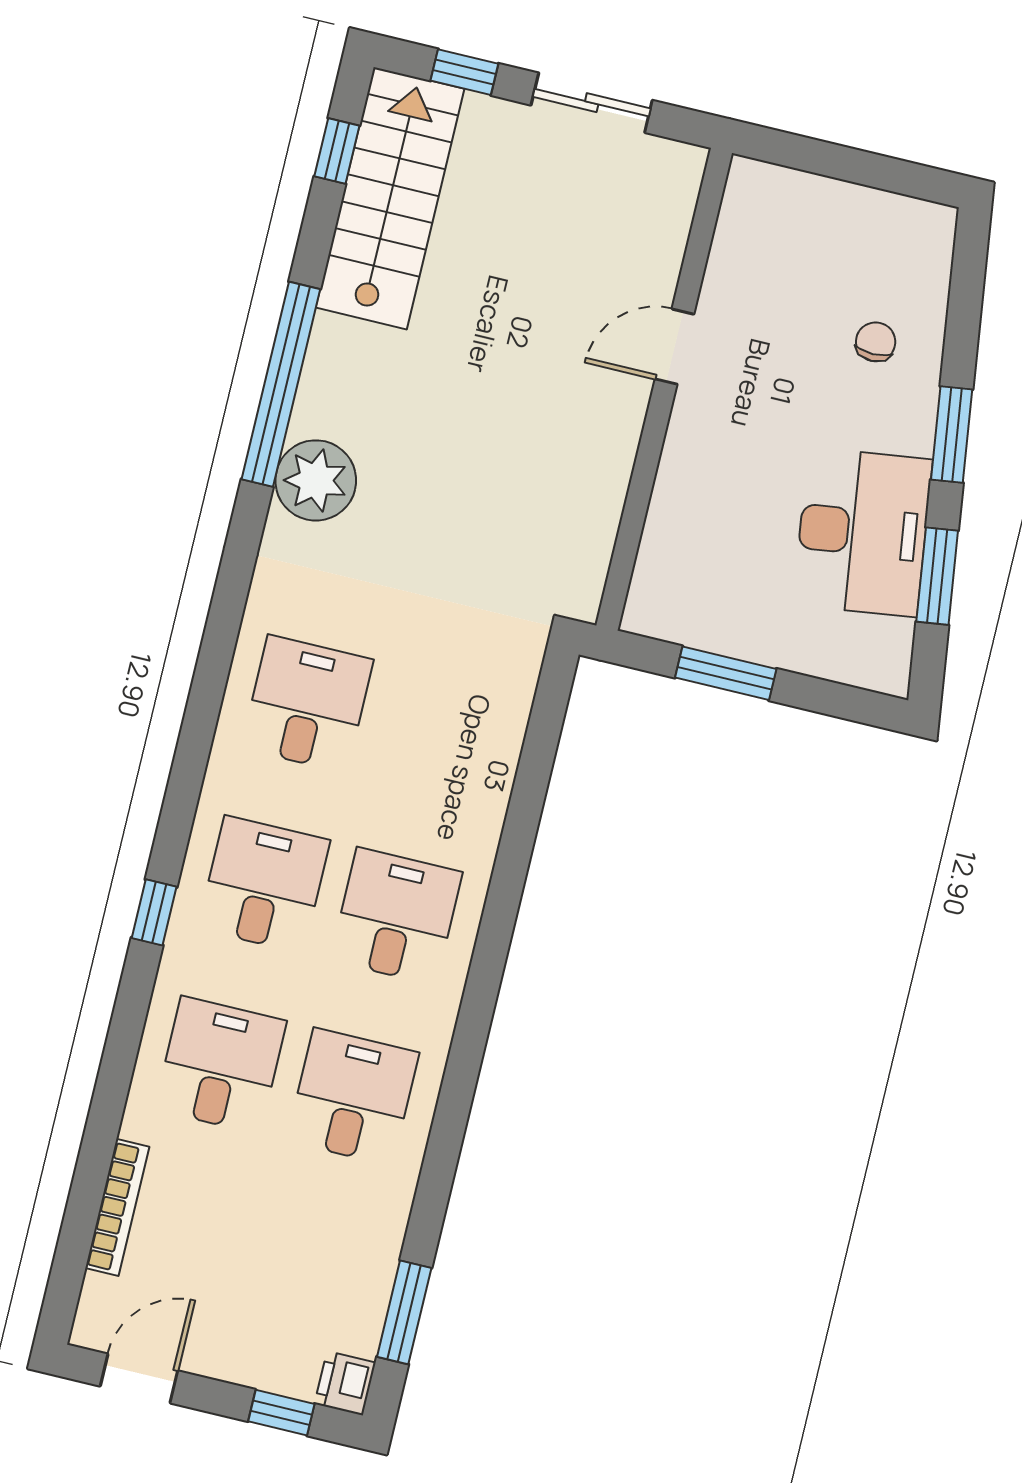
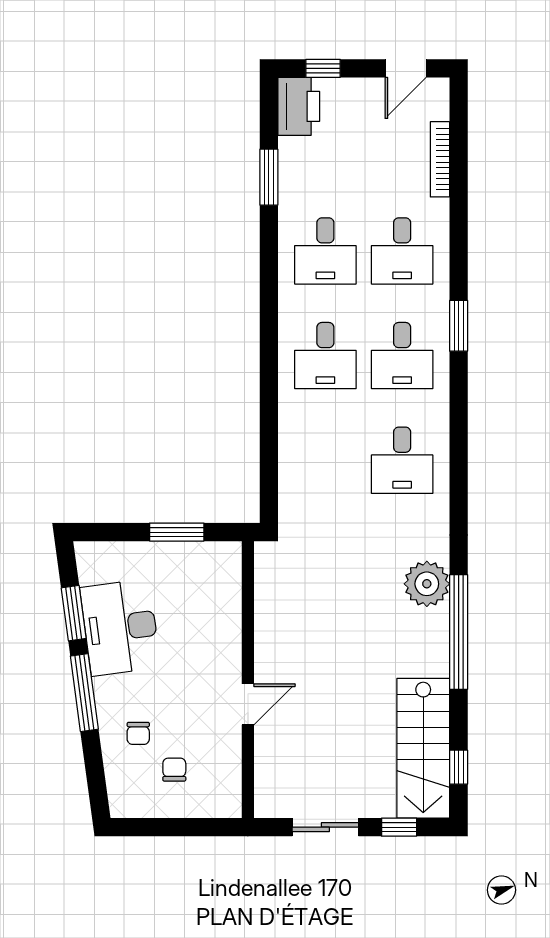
chair: (828, 265) -> (174, 770), added
window: (952, 434) -> (84, 693), width x1.44
window: (154, 912) -> (459, 326), width x1.50
window: (404, 1312) -> (269, 177), moved
printer: (345, 1383) -> (299, 106), width x1.87, depth x1.48

